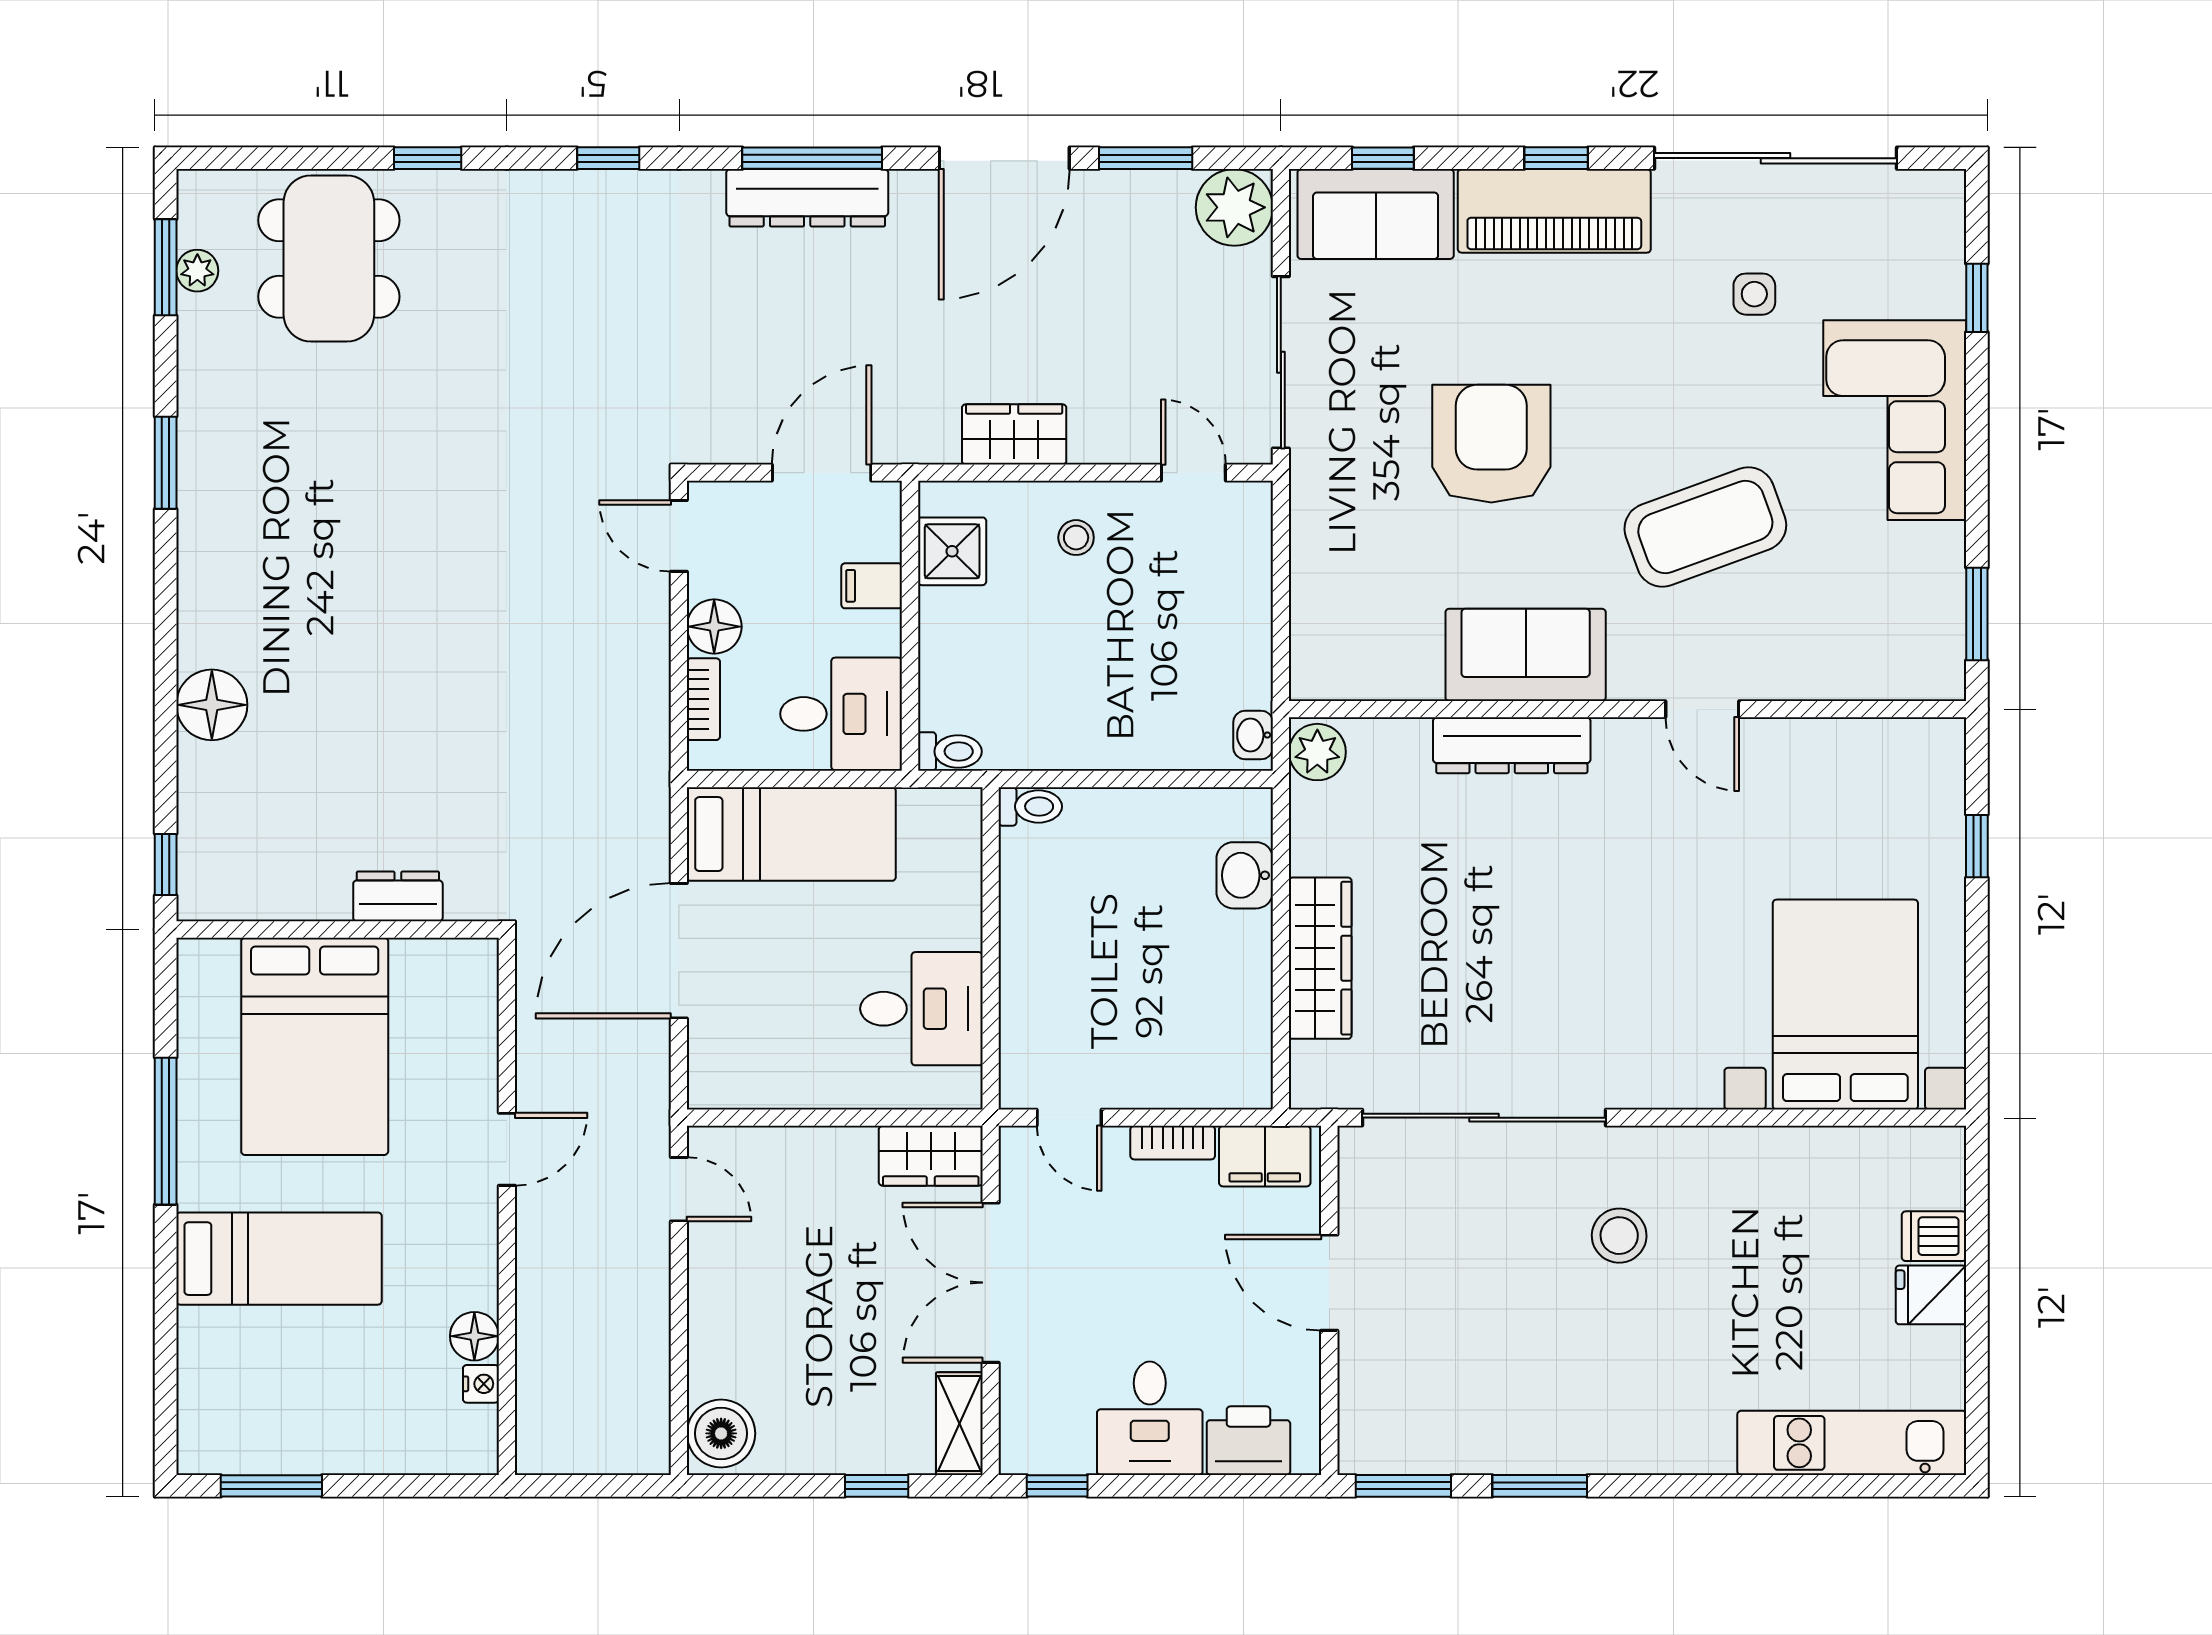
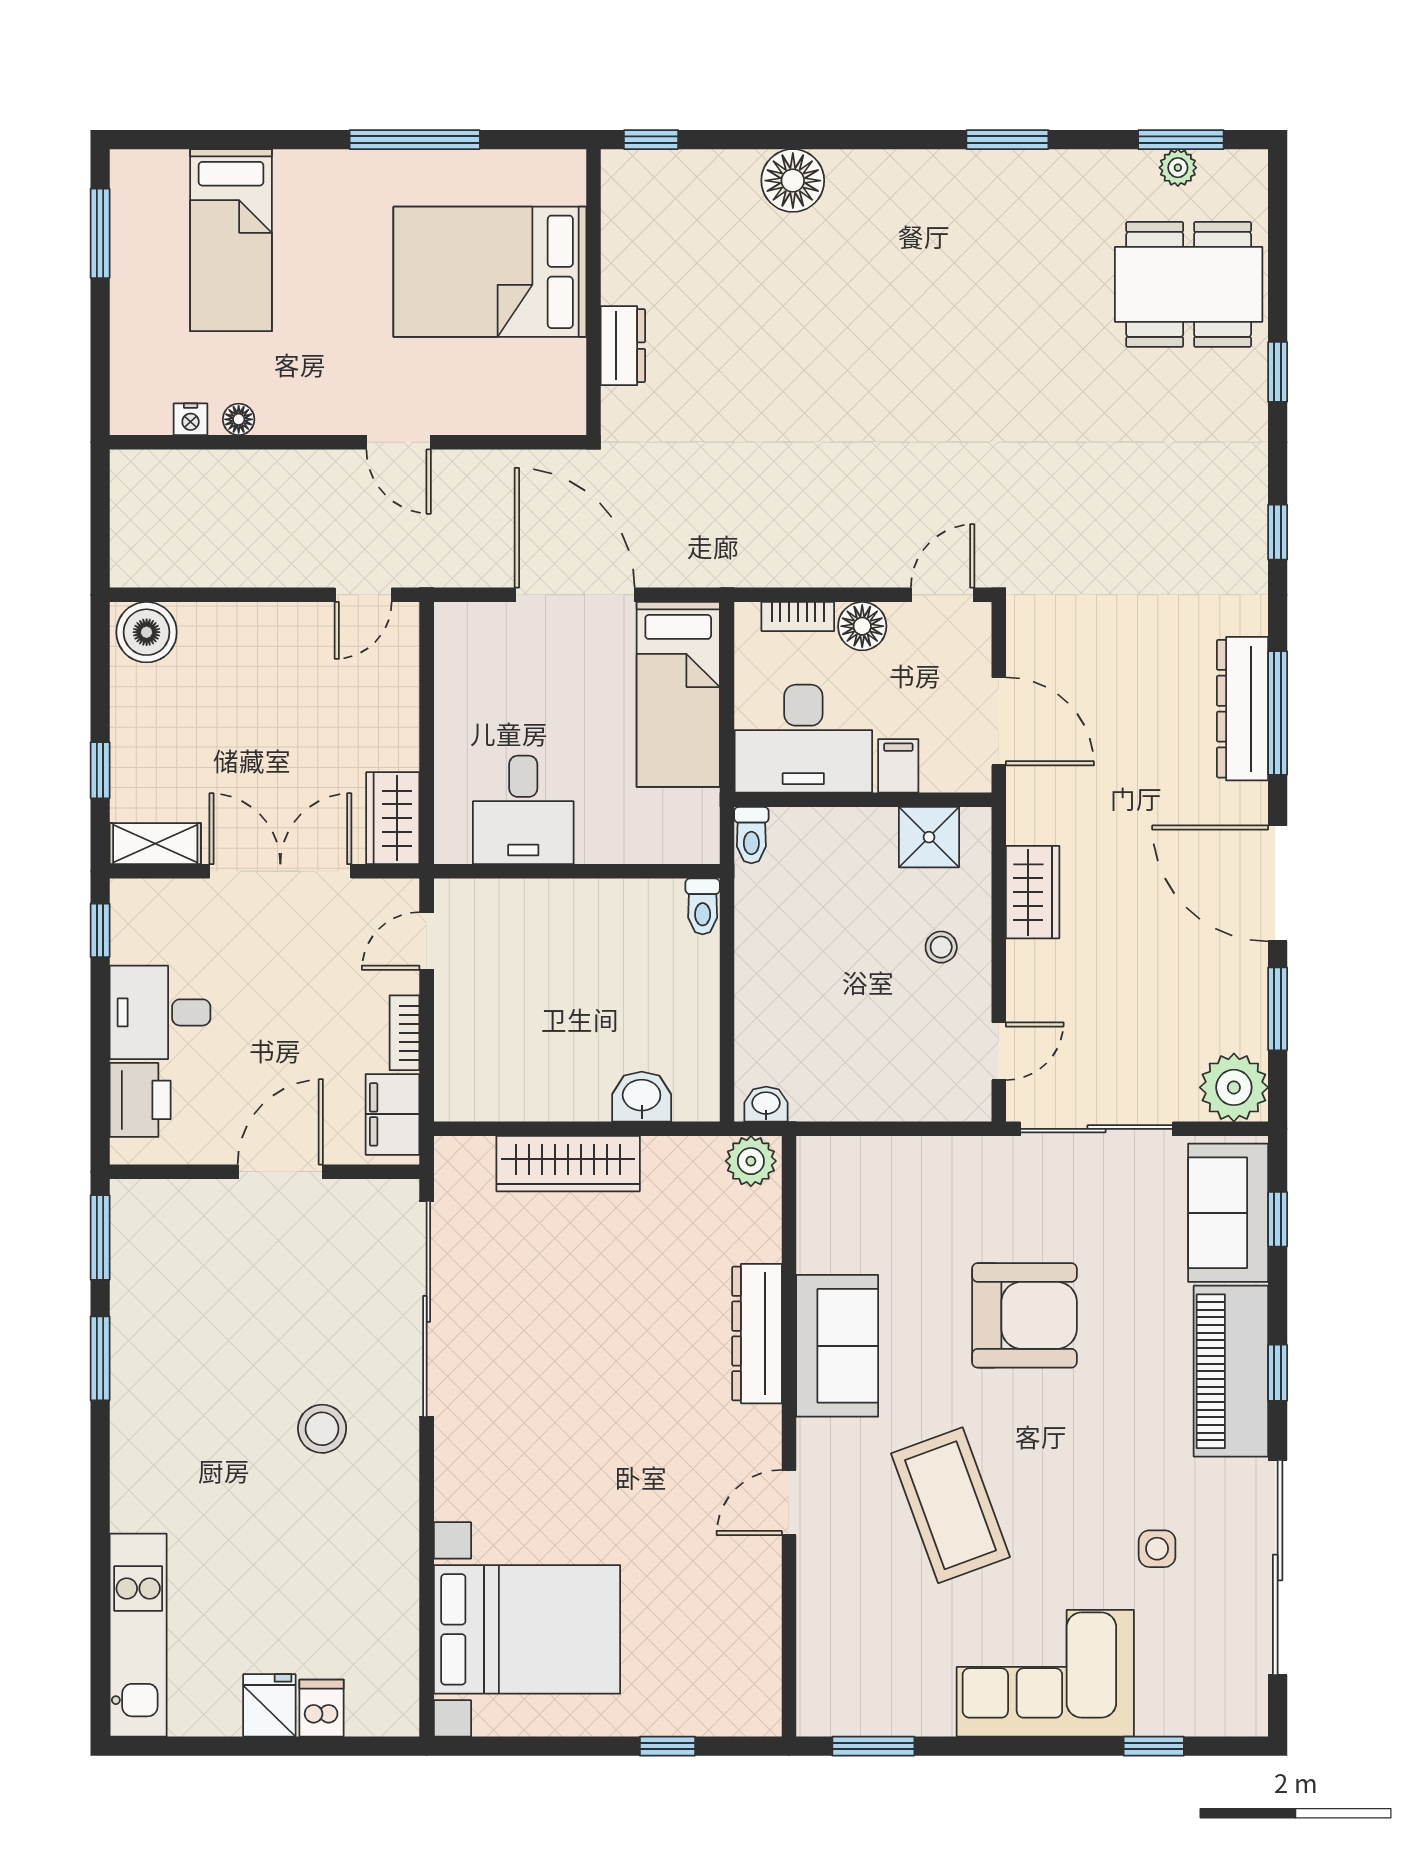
desk: (841, 714) -> (803, 739), width x1.37
bed: (279, 1259) -> (231, 240), moved
floor lamp: (474, 1336) -> (239, 419), width x0.73, depth x0.73

